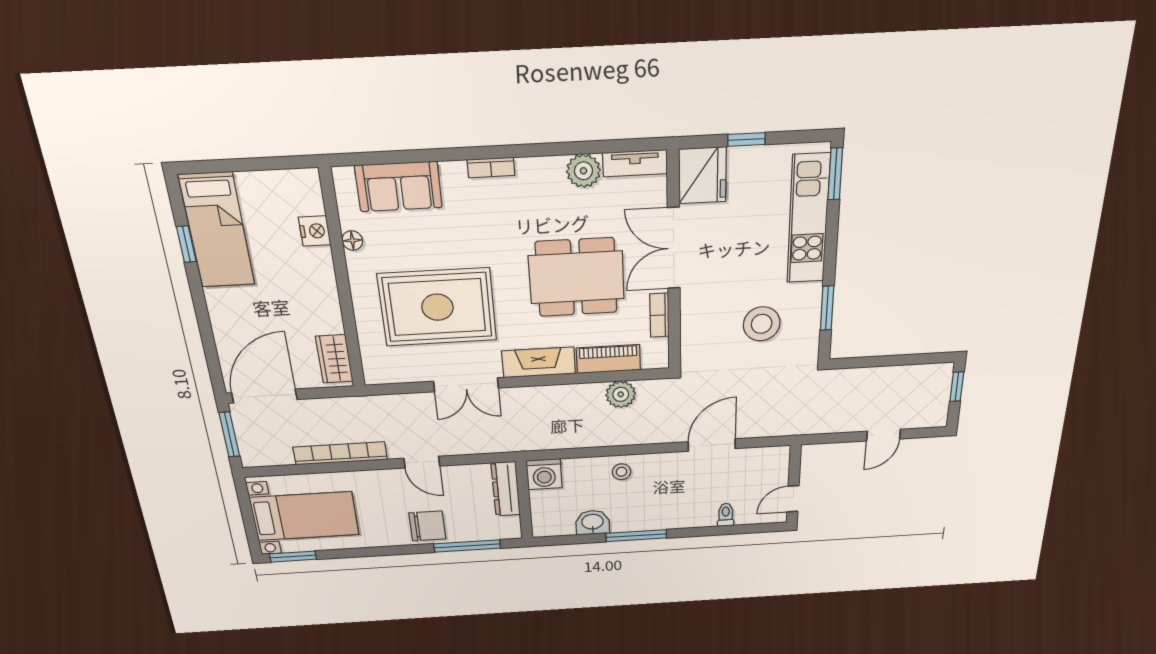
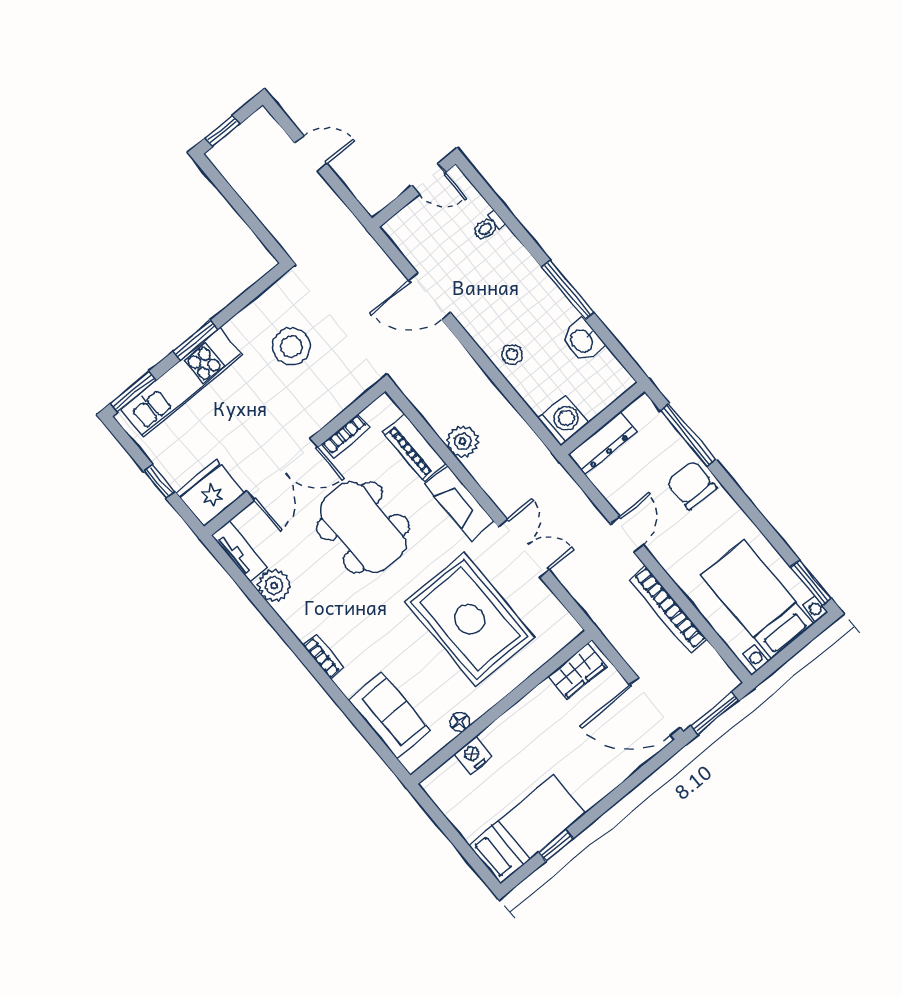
window: (827, 308) -> (195, 340), moved
plant: (621, 394) -> (463, 441), moved

